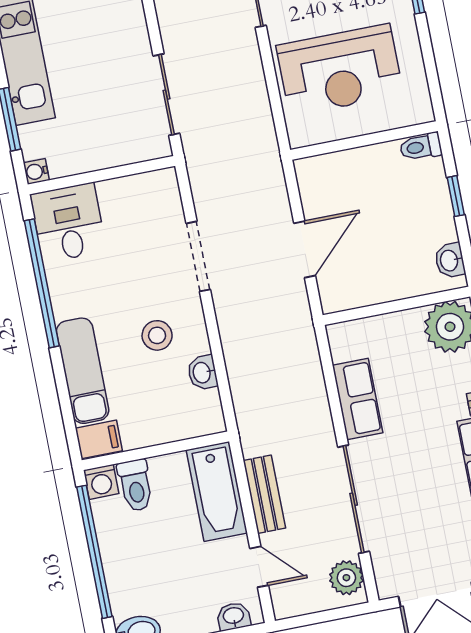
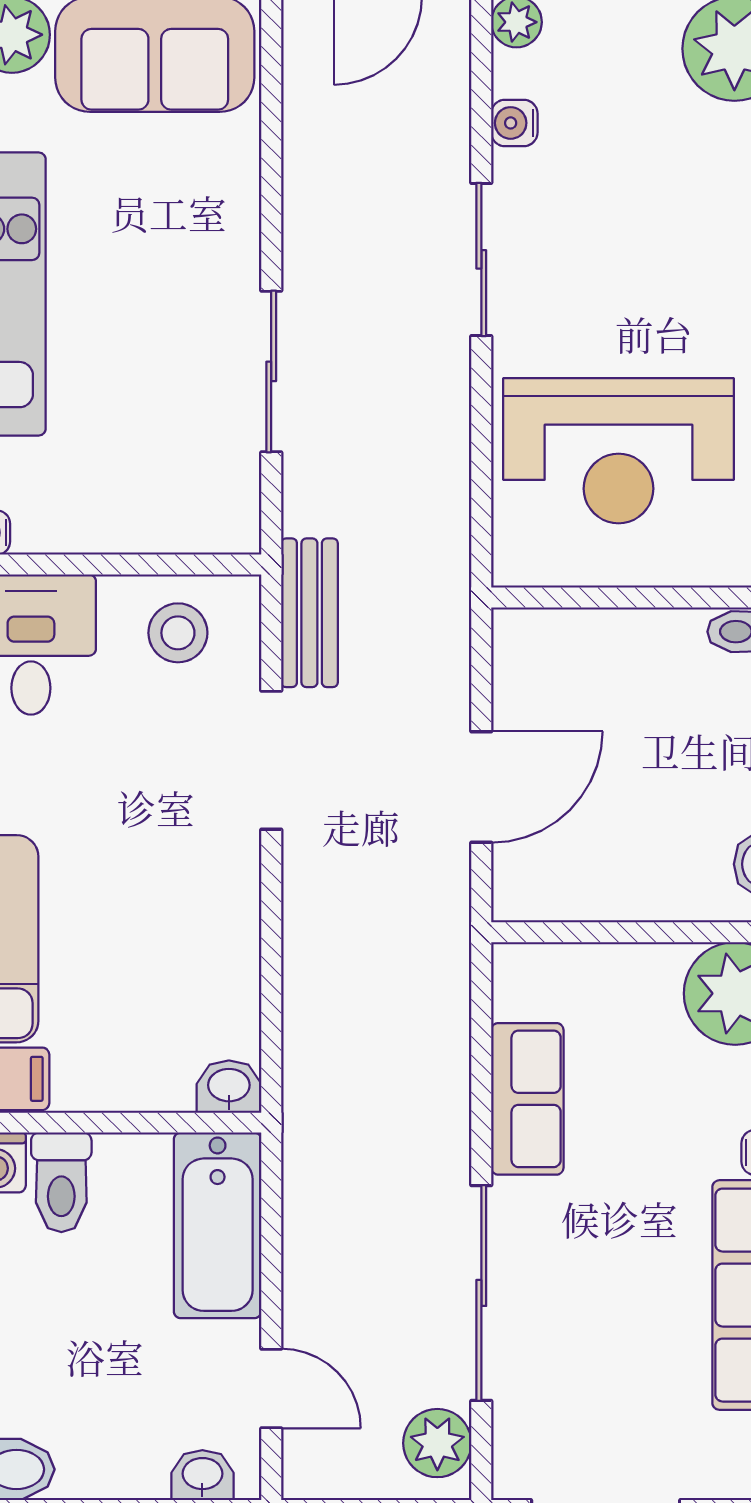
sliding door: (166, 95) -> (271, 371), moved
stool: (157, 335) -> (178, 633), moved
washbasin: (202, 373) -> (229, 1087), moved, turned 90
bench: (264, 494) -> (309, 613), moved

